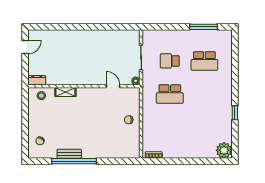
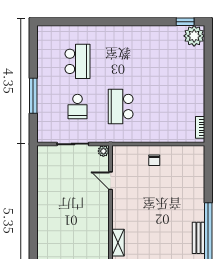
window: (203, 27) -> (33, 96), moved
door: (113, 86) -> (111, 181), hinge flipped
school desk: (170, 94) -> (121, 107), turned 180
window: (235, 113) -> (185, 22), moved

